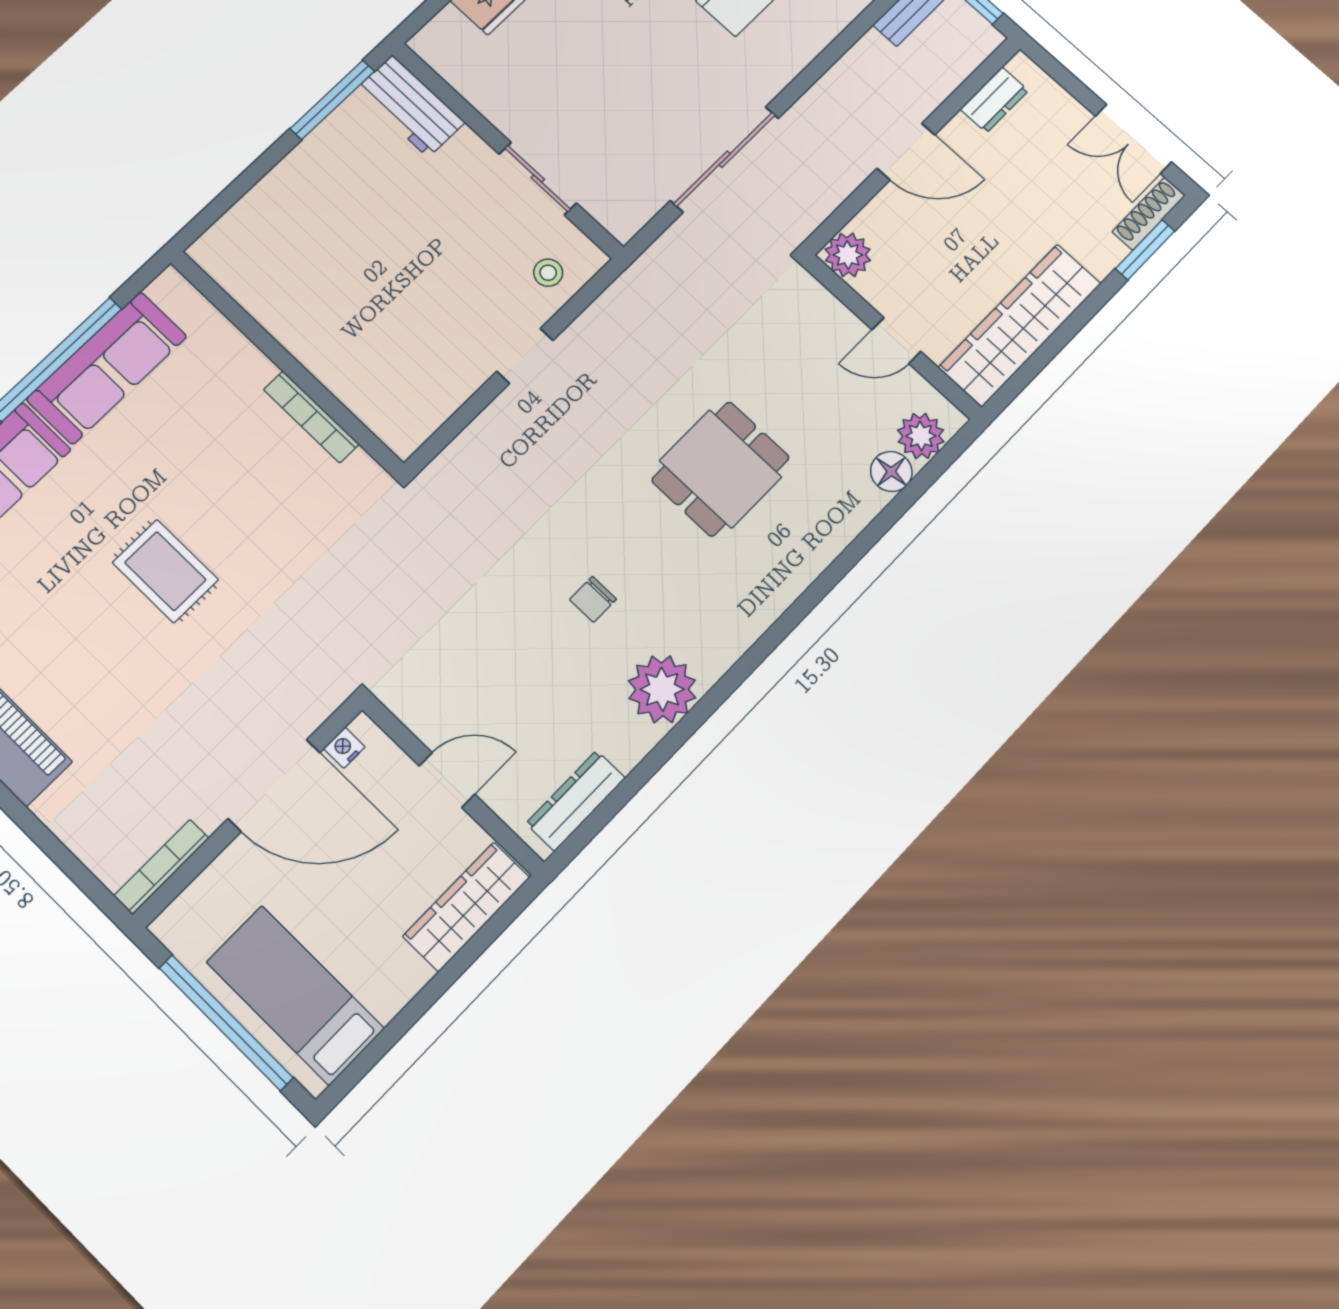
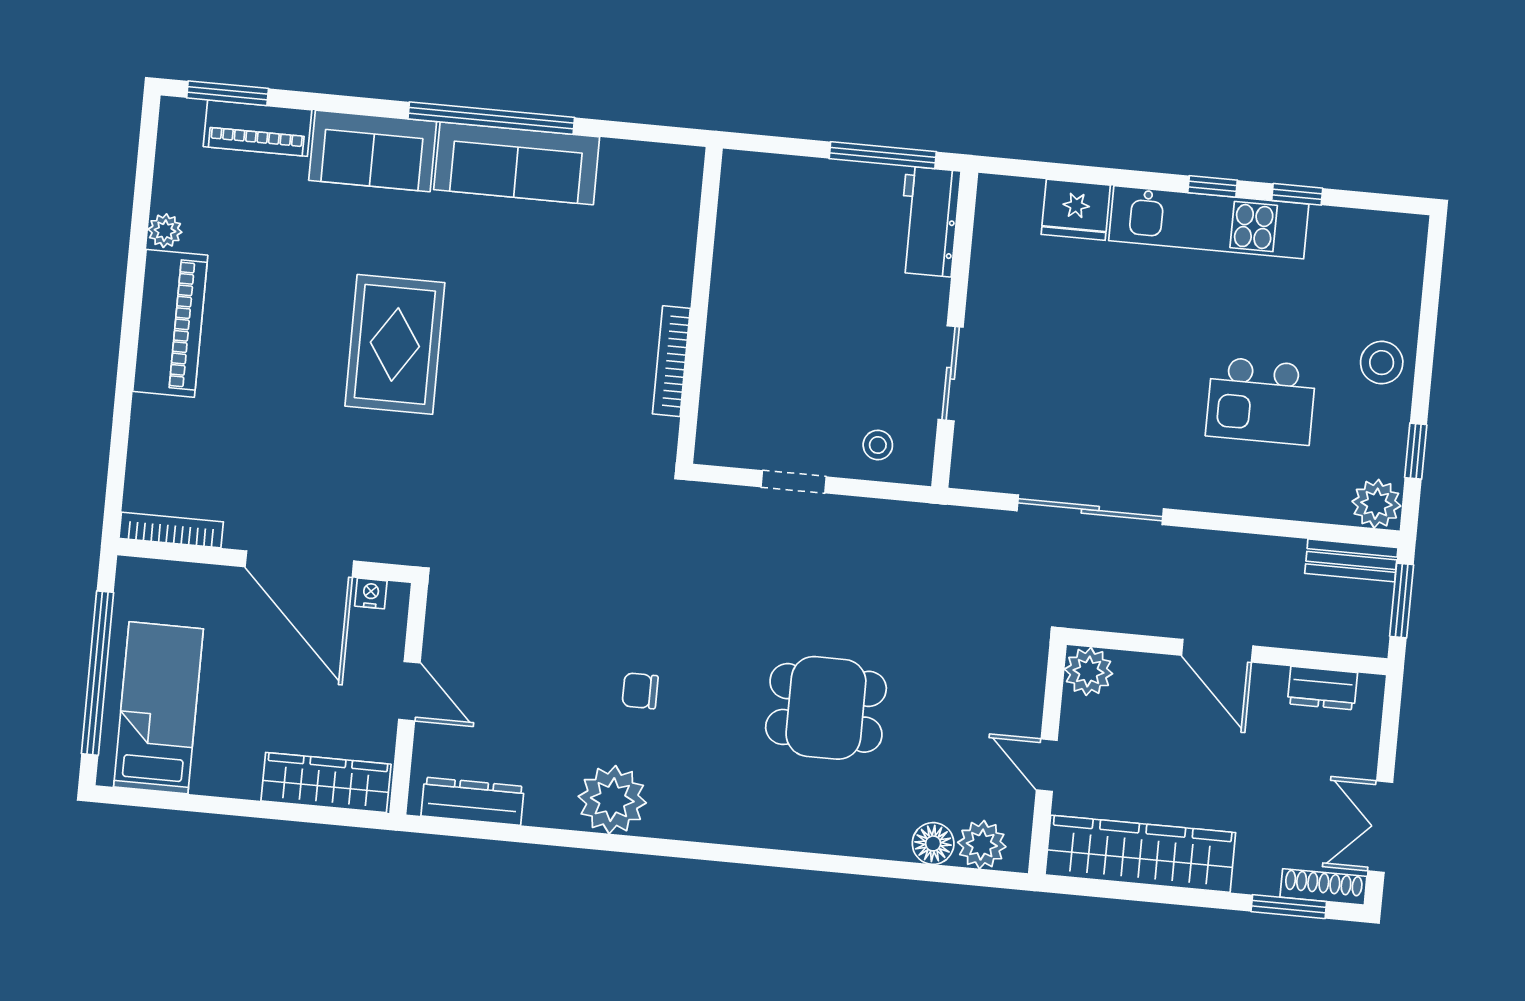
wall: (286, 362) -> (699, 305), moved
bookcase: (311, 417) -> (671, 361), moved
rug: (165, 571) -> (395, 344), width x1.36, depth x1.43

